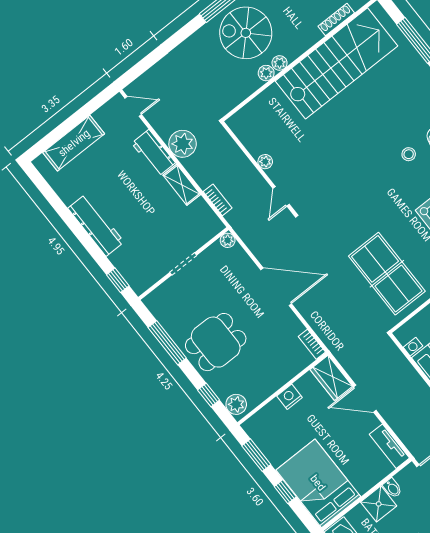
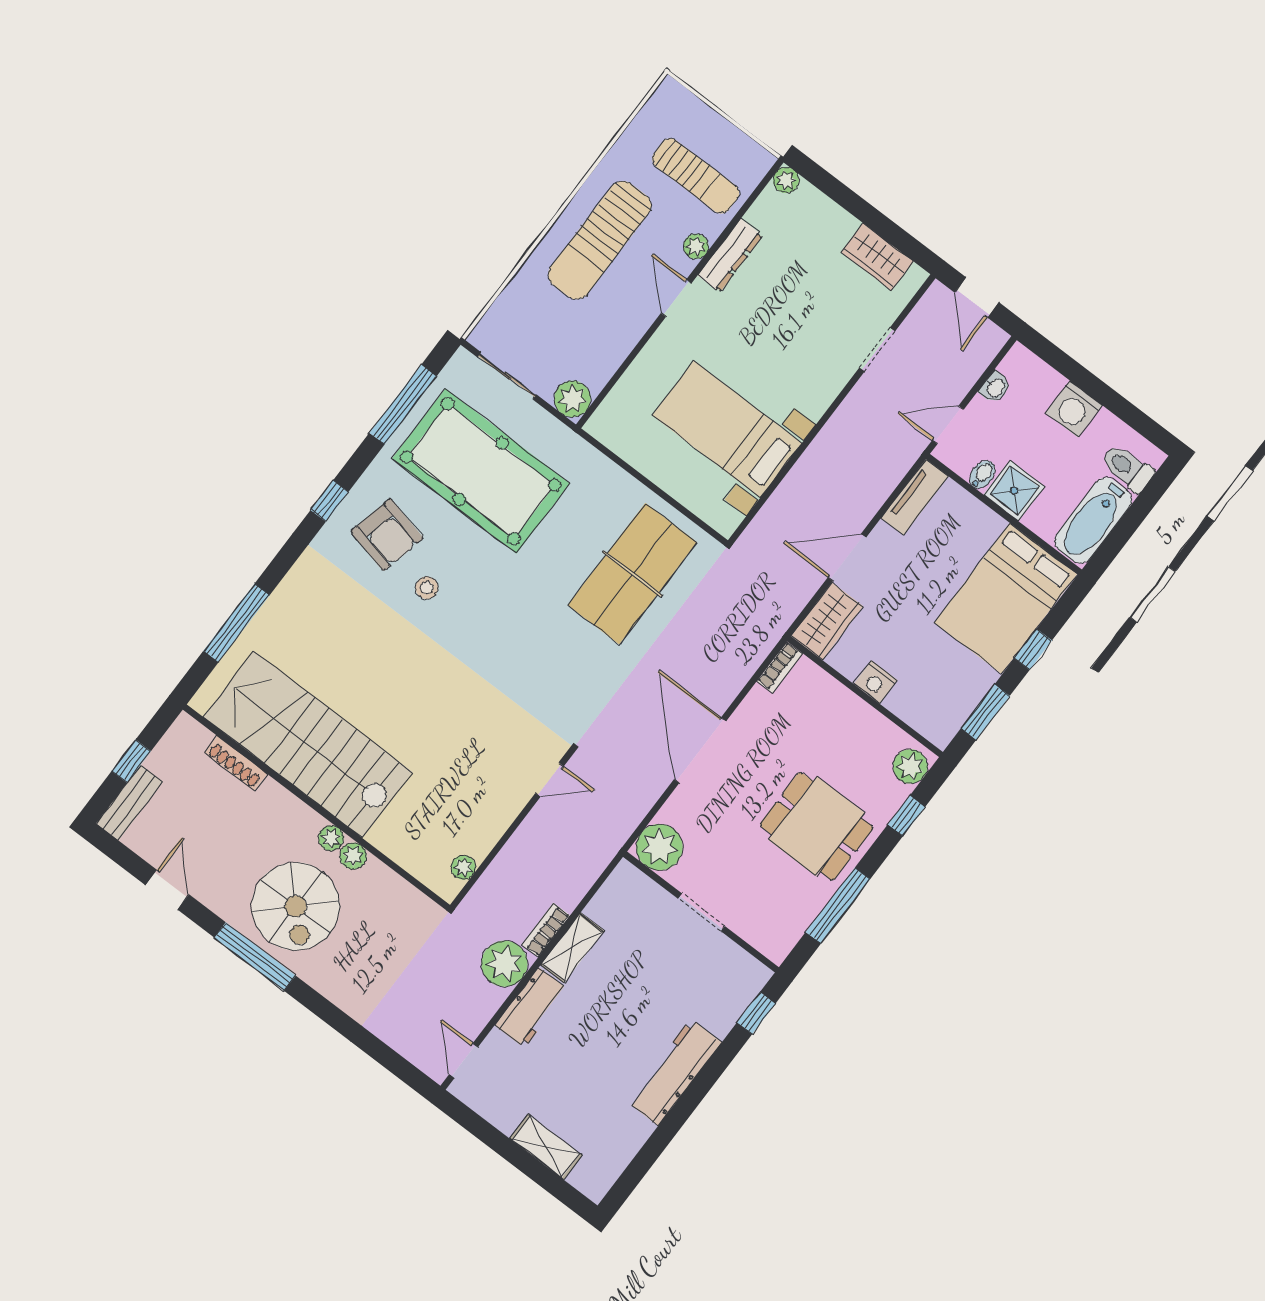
shelving: (74, 143) -> (546, 1147), width x0.67, depth x0.75
plant: (265, 162) -> (463, 867), moved
bookcase: (218, 200) -> (546, 930), moved
plant: (228, 240) -> (659, 847), width x1.88, depth x1.88
door: (365, 399) -> (847, 557), swing flipped

